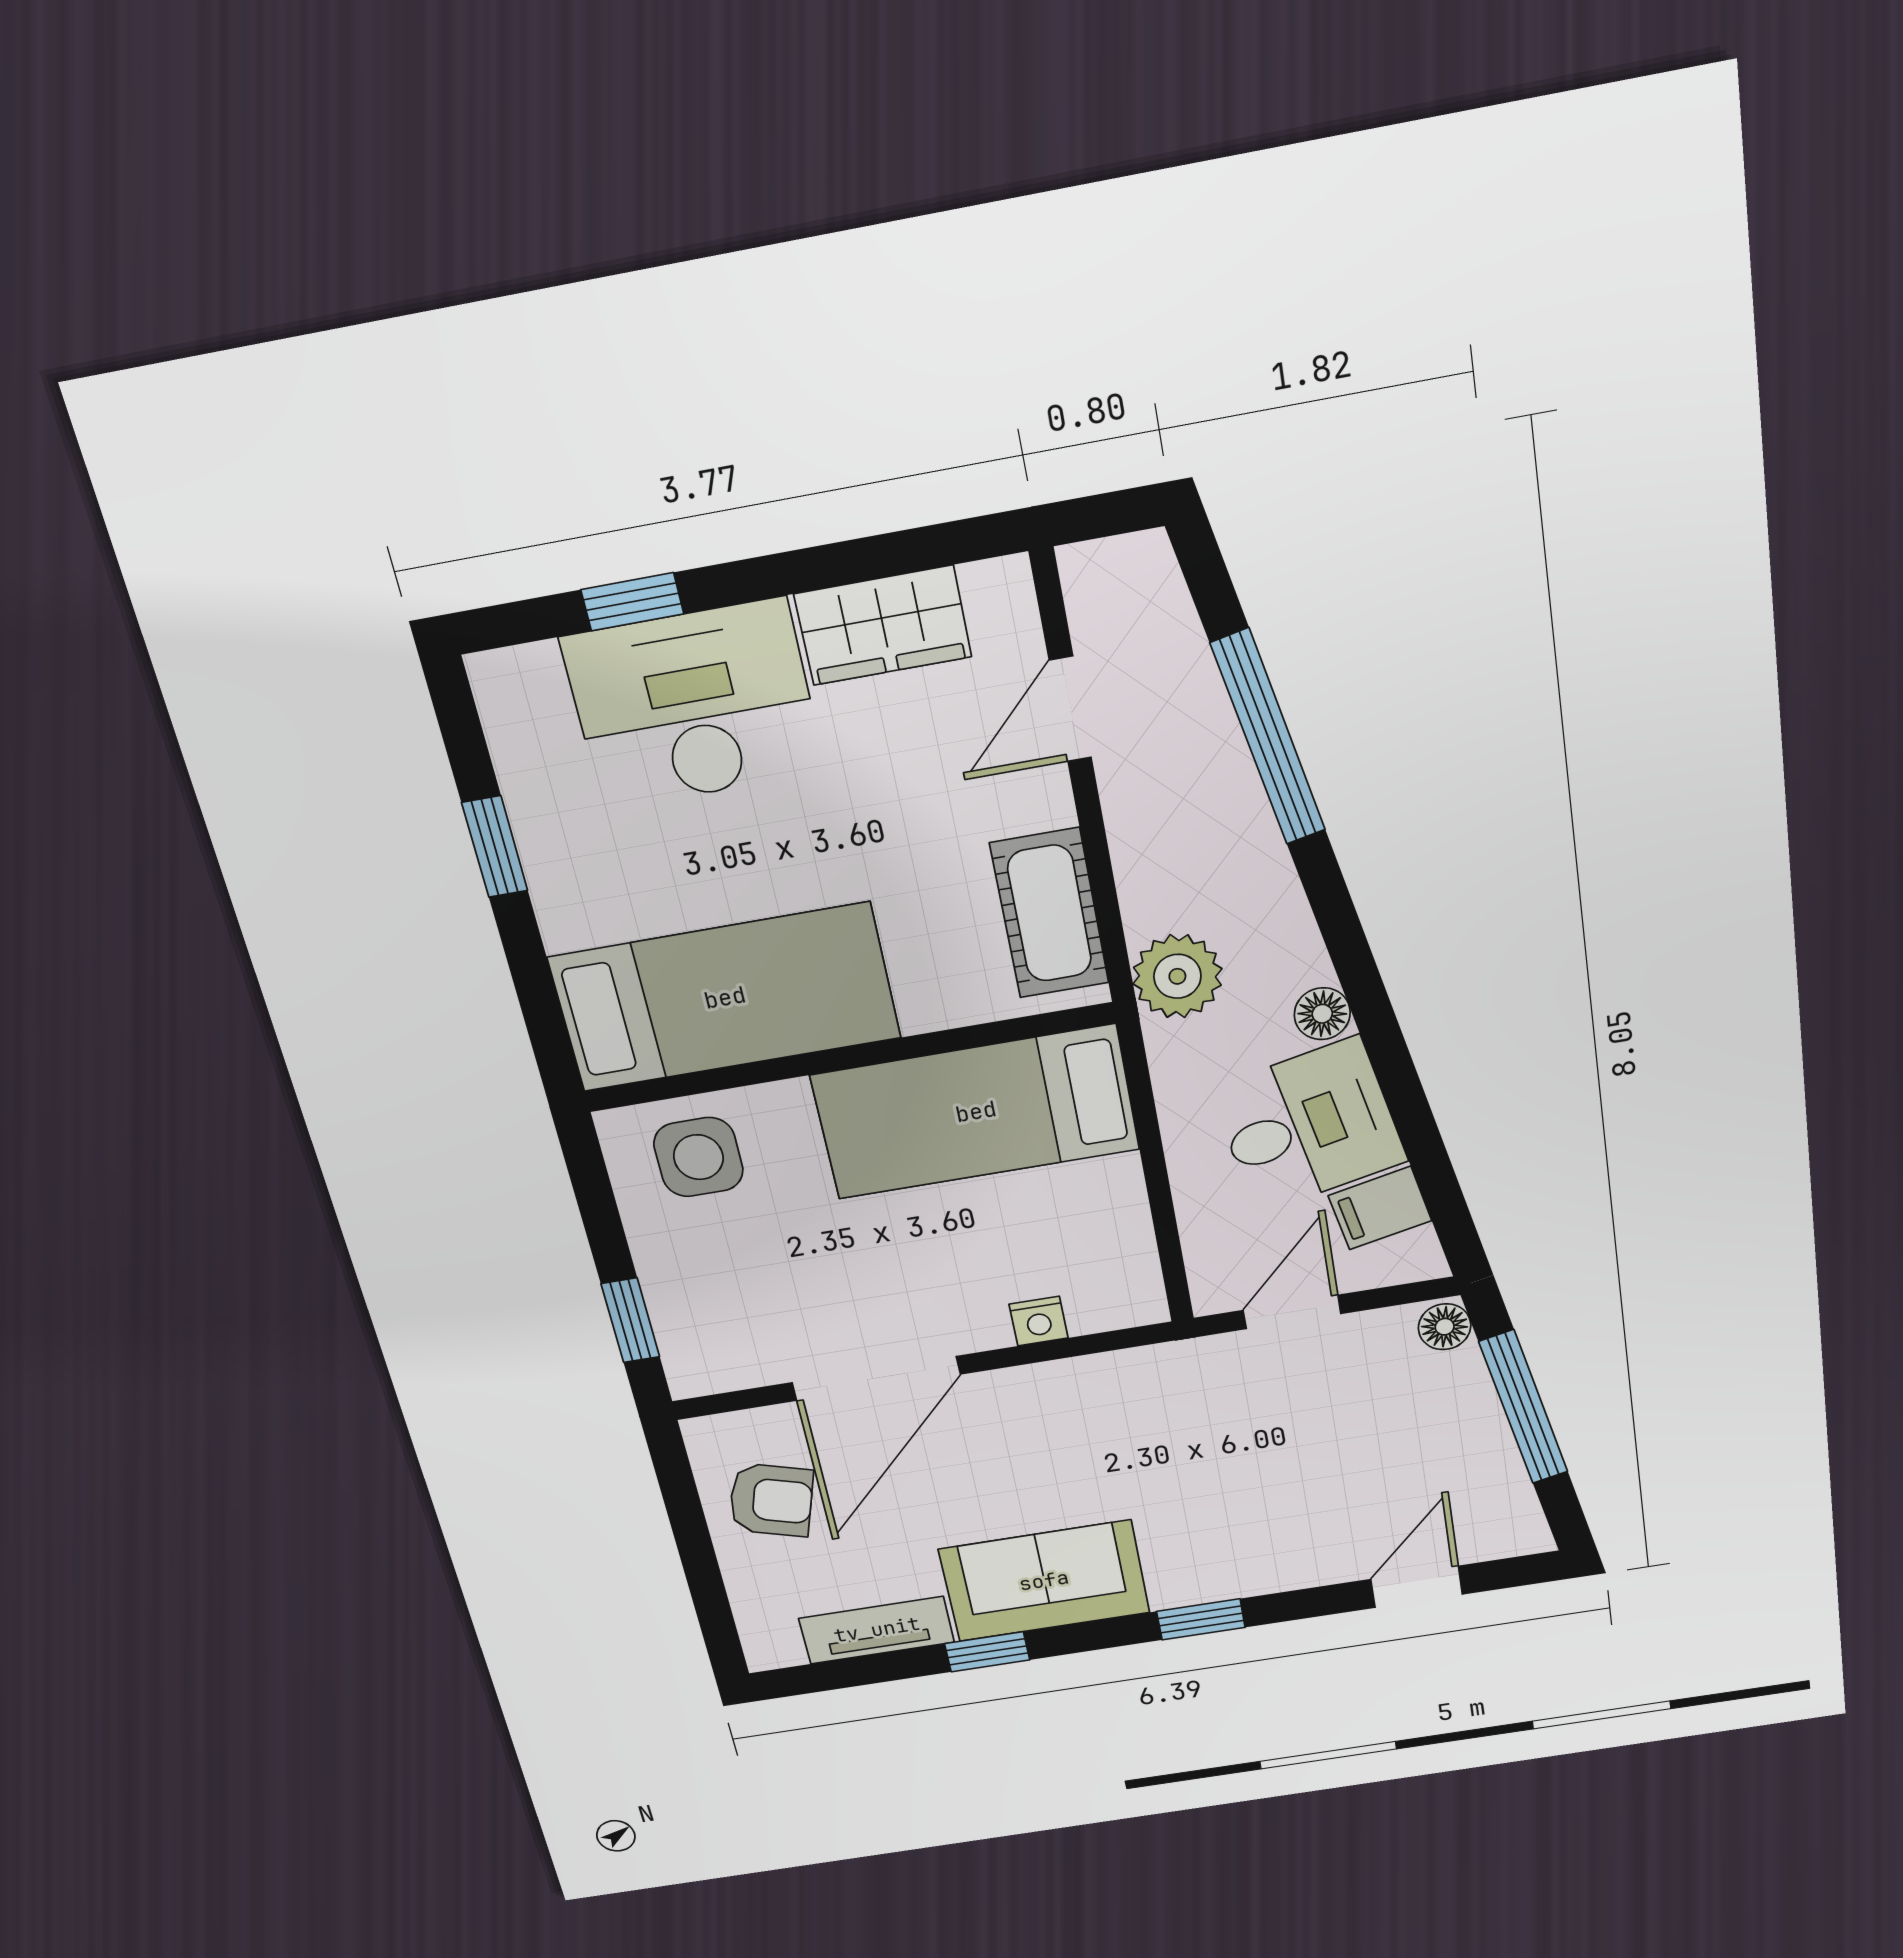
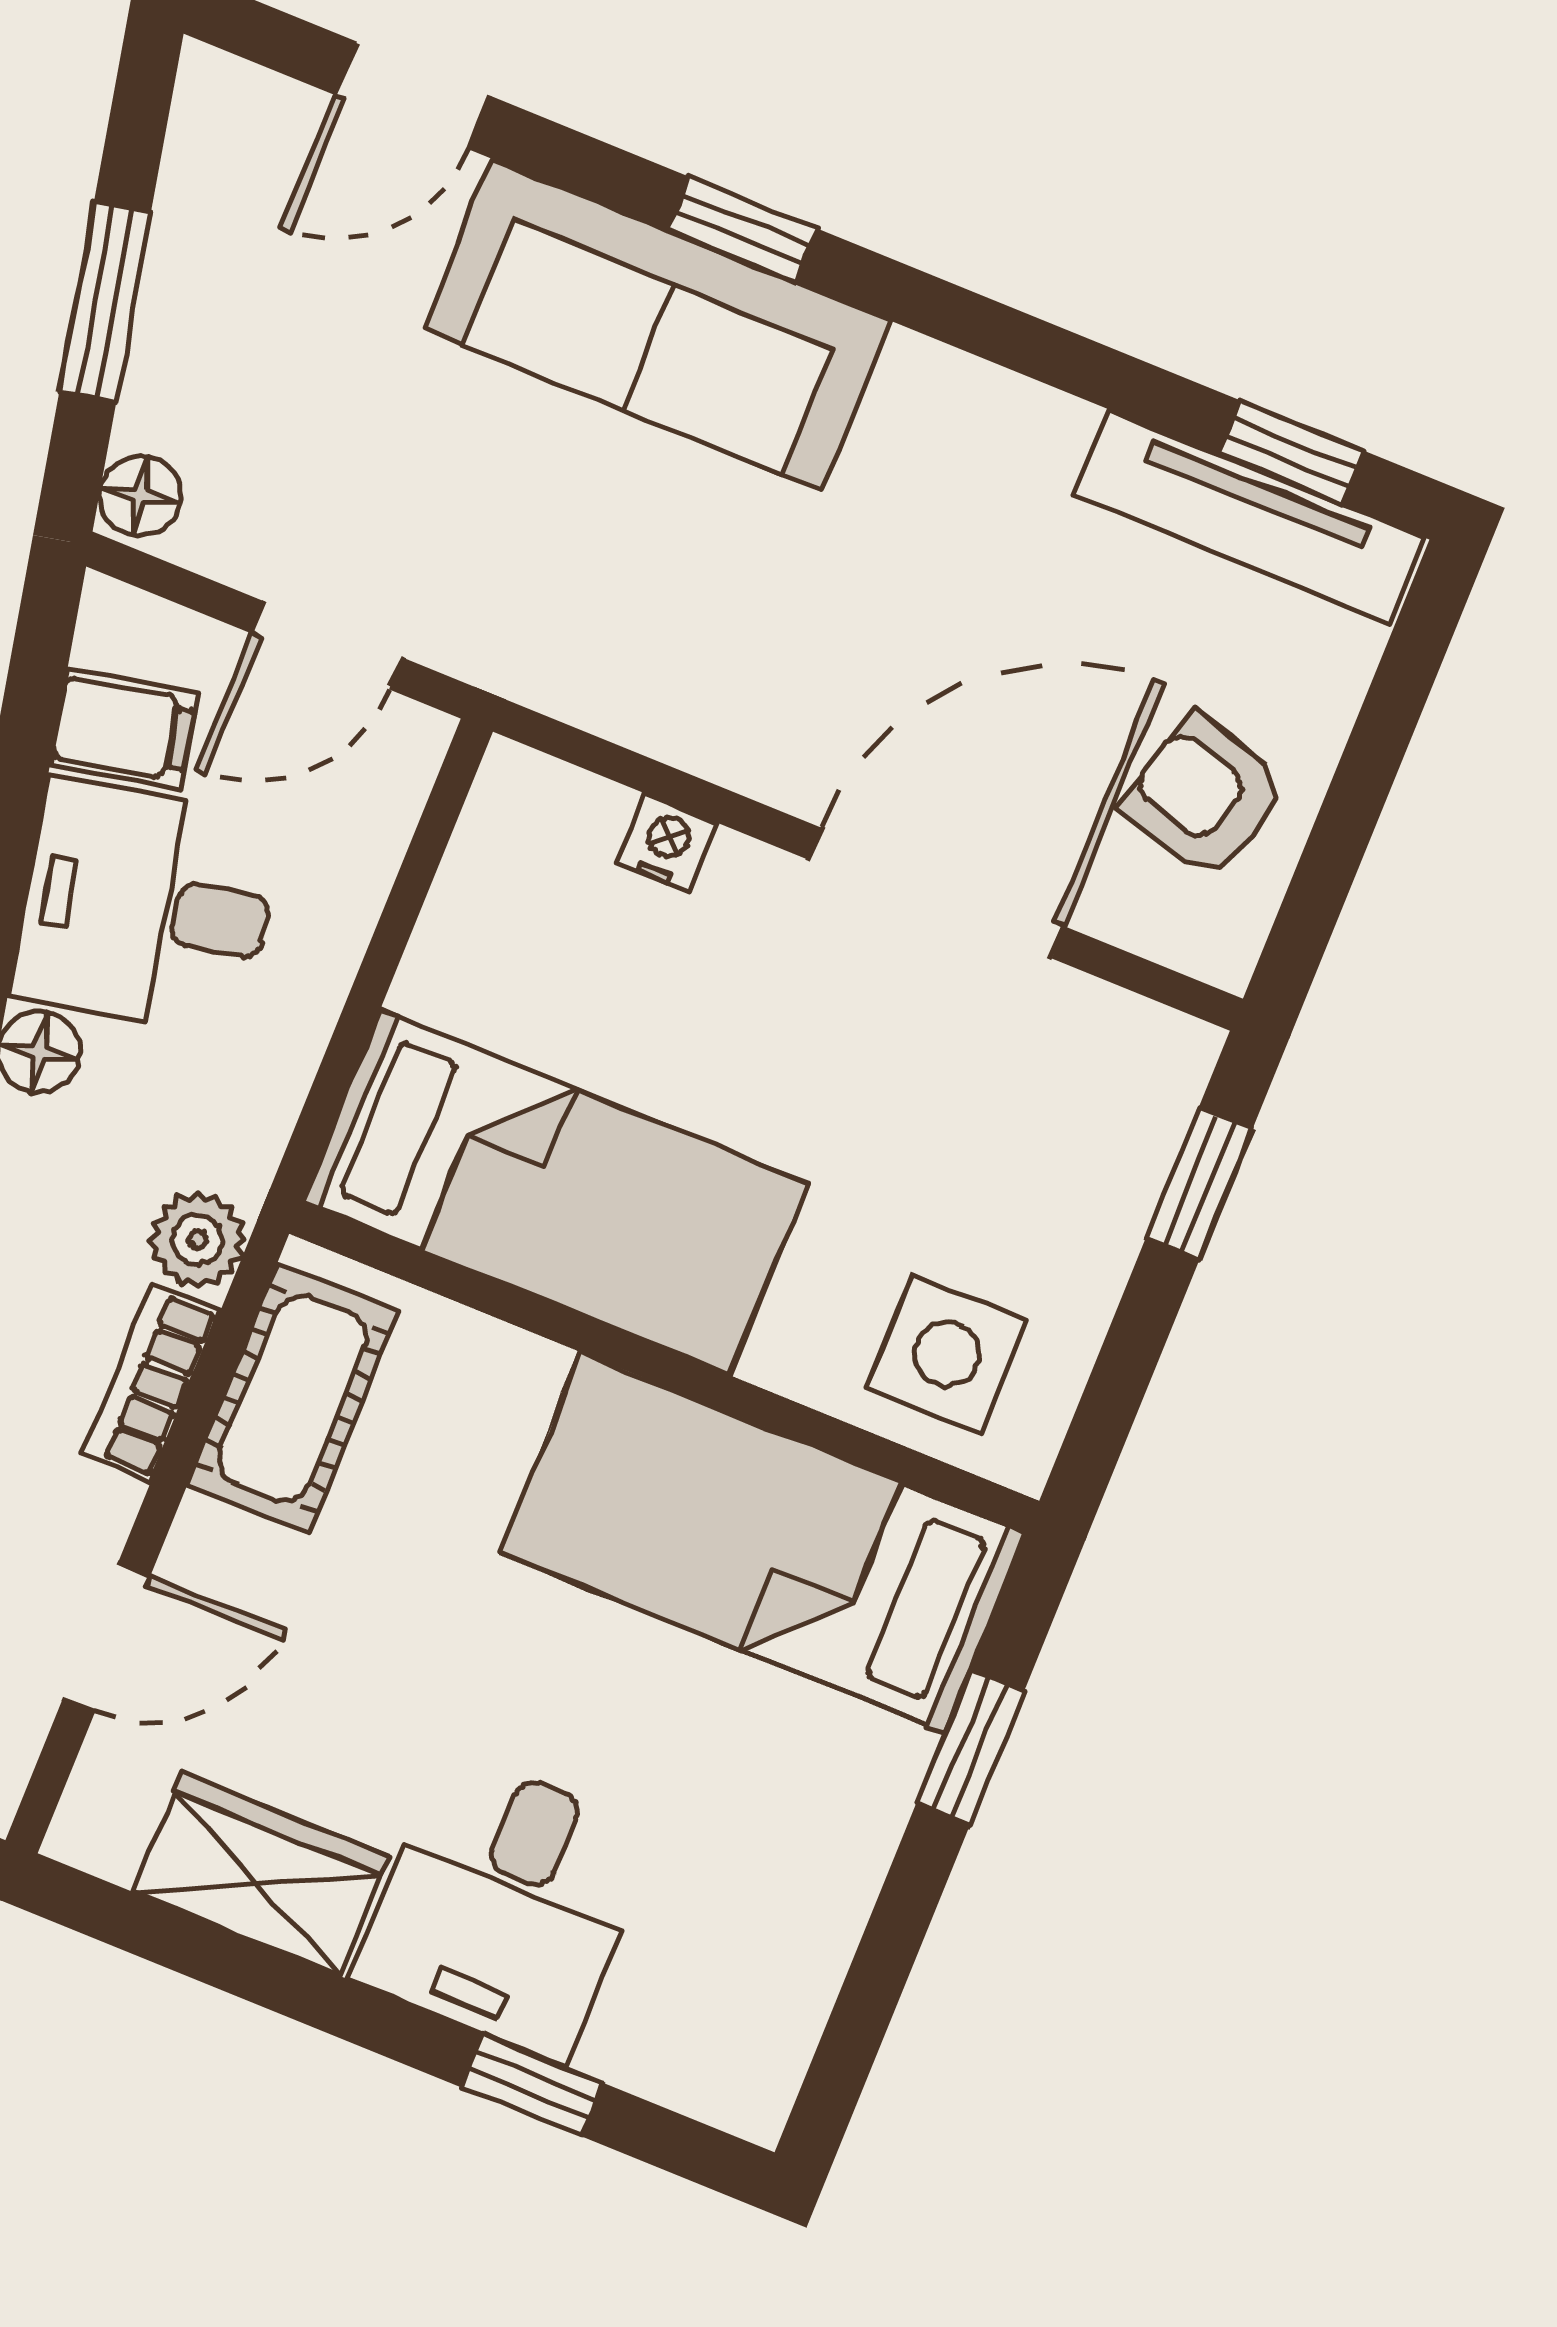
desk: (694, 705) -> (505, 1906), width x0.73
window: (495, 847) -> (970, 1747), moved
bookcase: (1139, 872) -> (152, 1382), added
plant: (1177, 976) -> (198, 1240), width x0.73, depth x0.73
window: (1524, 1407) -> (105, 302), width x0.69
sofa: (1044, 1581) -> (657, 325), moved, width x1.36
tv unit: (877, 1630) -> (1249, 516), width x1.41
window: (987, 1652) -> (1291, 452), moved

